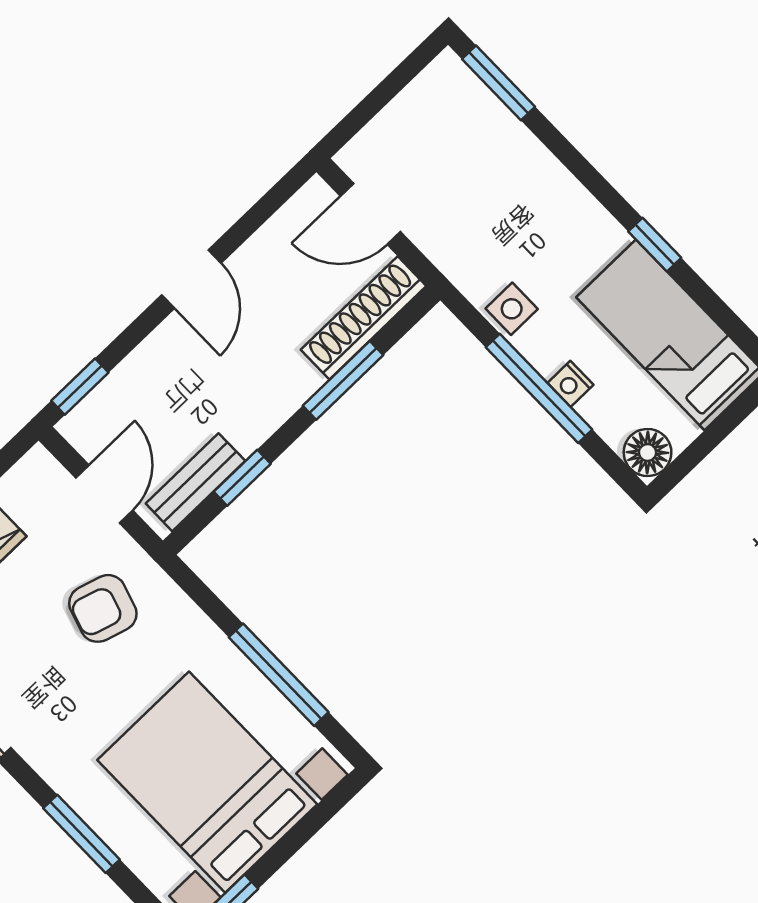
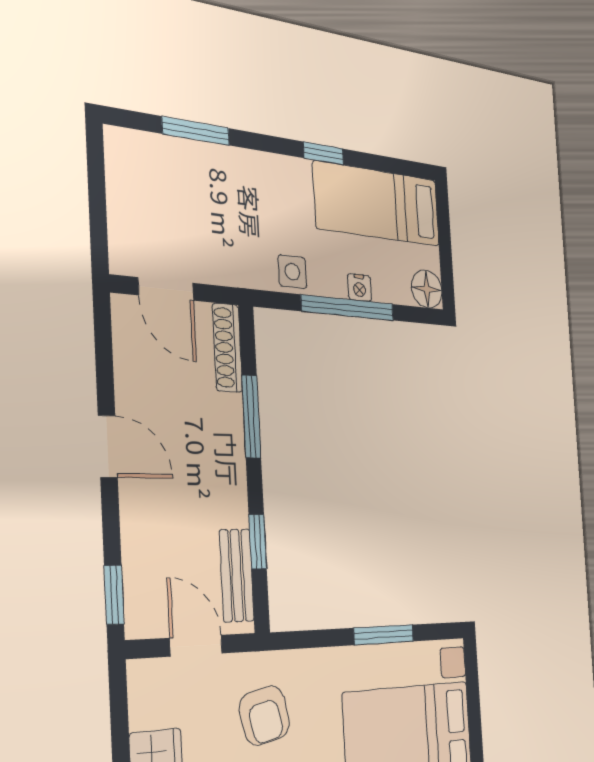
window: (499, 83) -> (196, 131), moved
door: (371, 214) -> (166, 289), hinge flipped
shoe rack: (364, 318) -> (227, 348), width x0.74, depth x0.81
armchair: (103, 608) -> (264, 715), turned -30
window: (279, 675) -> (384, 635), width x0.69

